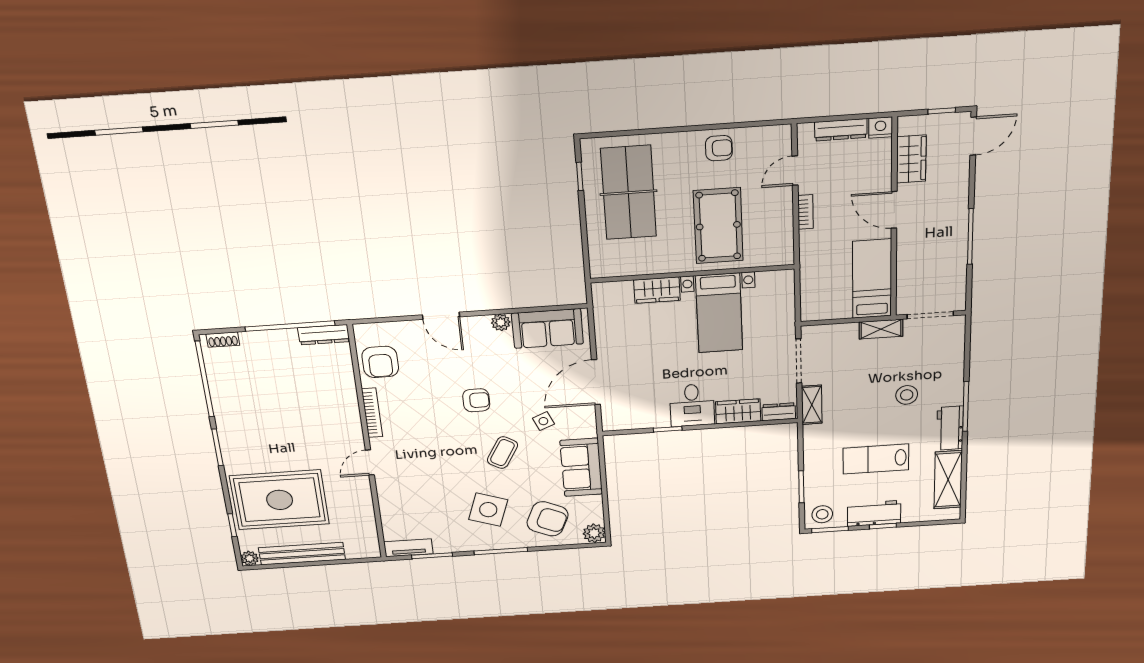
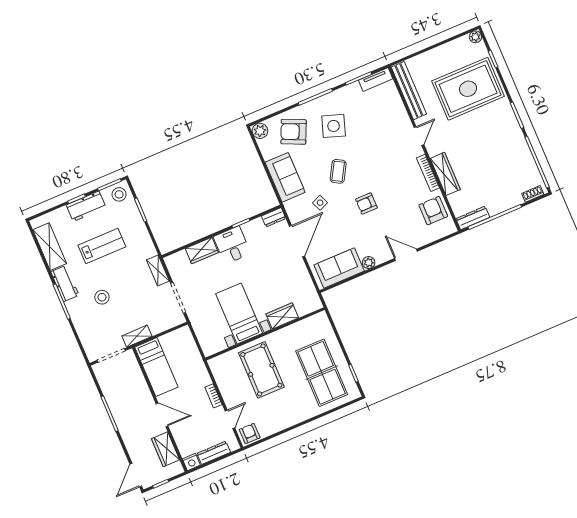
armchair: (719, 148) -> (250, 434), moved, turned 90
wardrobe: (347, 404) -> (445, 174), added
dresser: (779, 412) -> (274, 217), moved
bench: (302, 554) -> (409, 91), moved, turned 90

